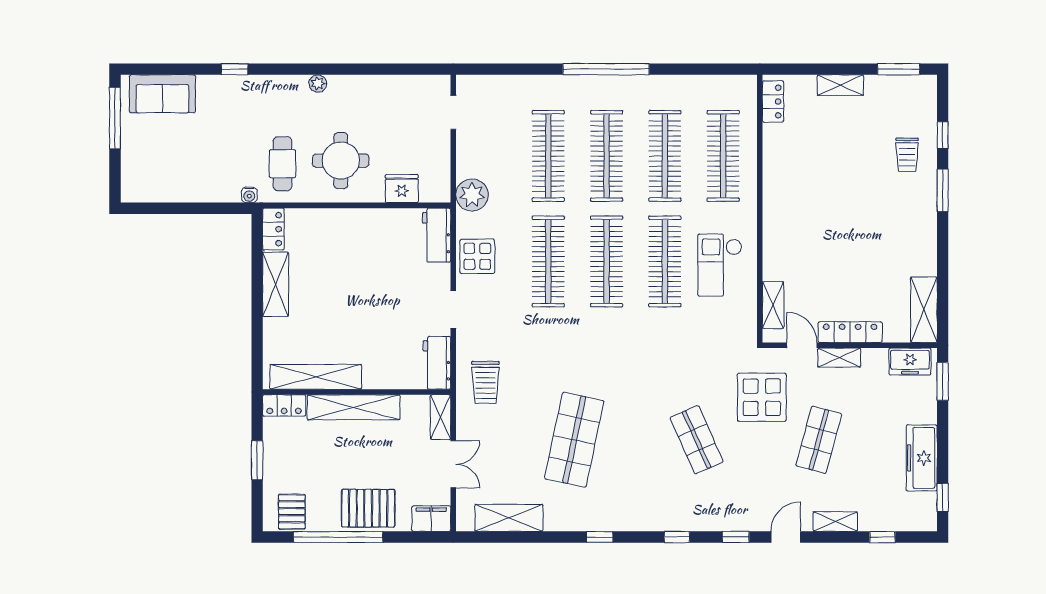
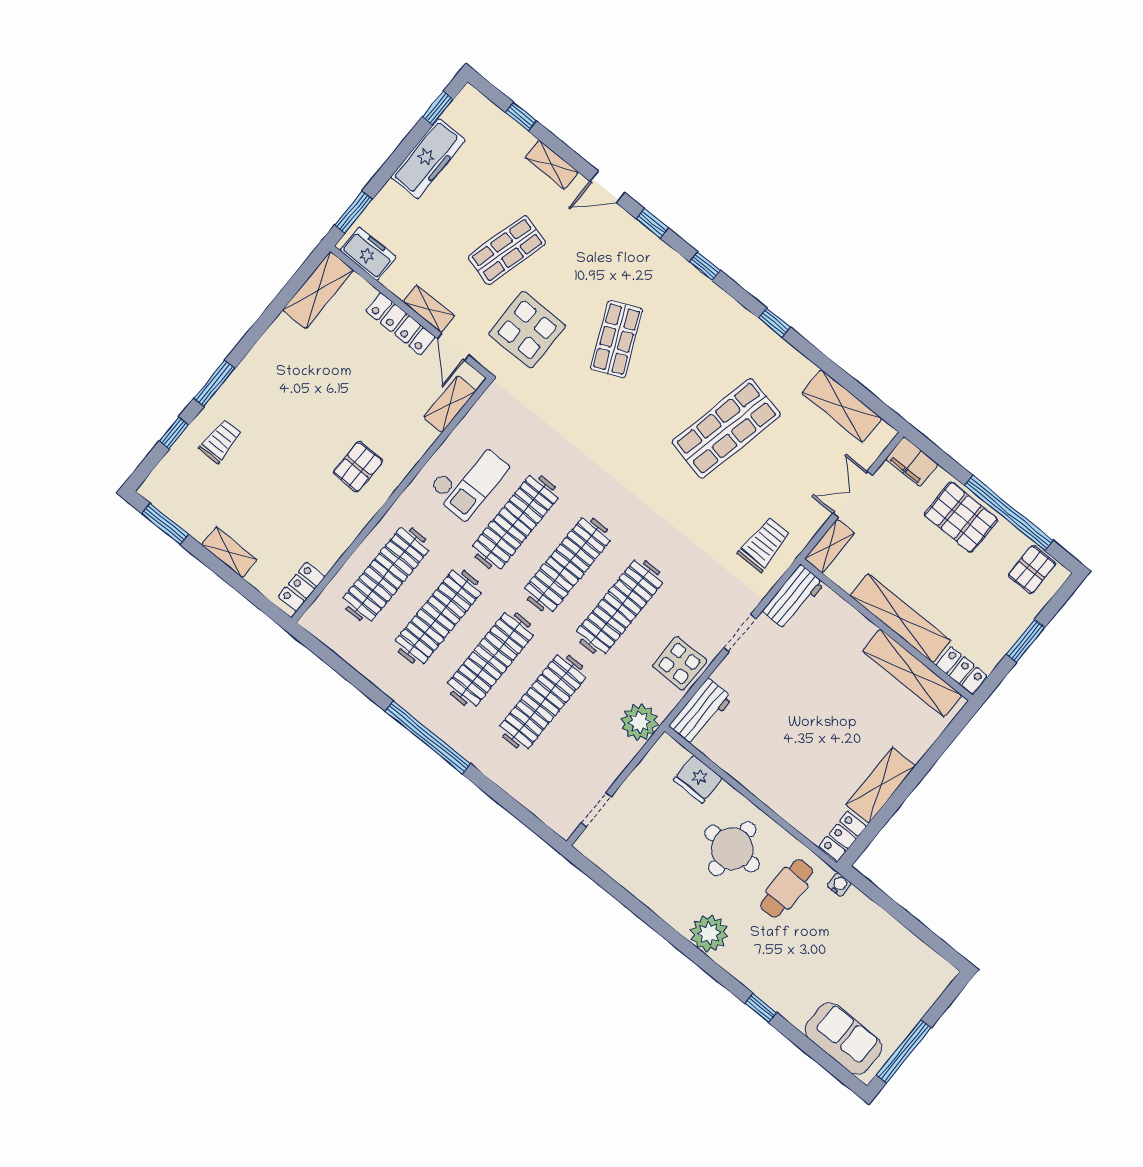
plant: (318, 83) -> (709, 933), width x1.87, depth x1.87
pallet: (801, 213) -> (358, 467), added

